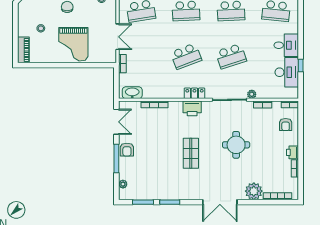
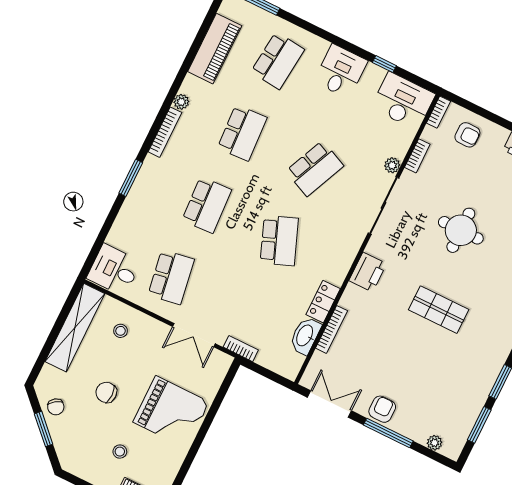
double door: (118, 37) -> (194, 335), swing flipped
school desk: (231, 56) -> (315, 168), turned 42
desk: (287, 72) -> (403, 101), moved
washbasin: (132, 93) -> (305, 336), moved
locker: (194, 93) -> (323, 302), moved
armchair: (127, 150) -> (382, 409), turned -90

